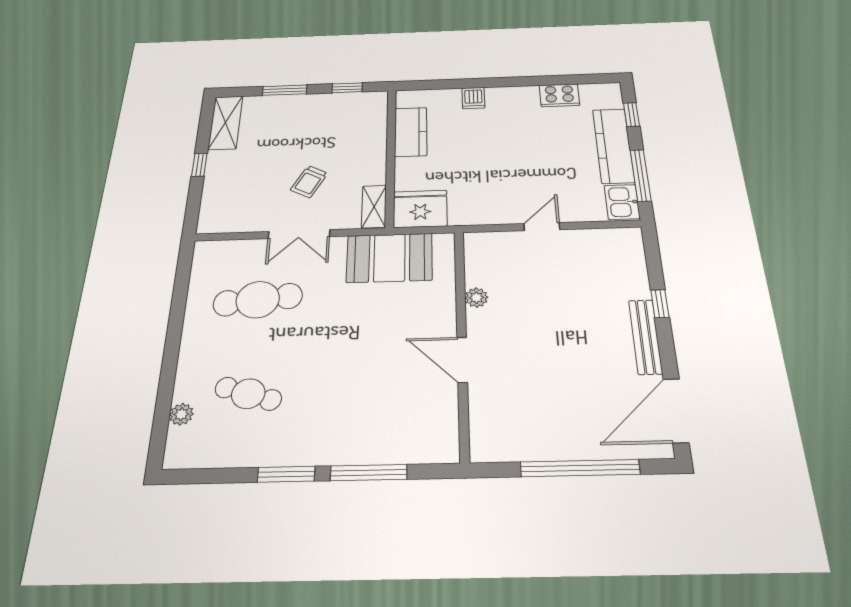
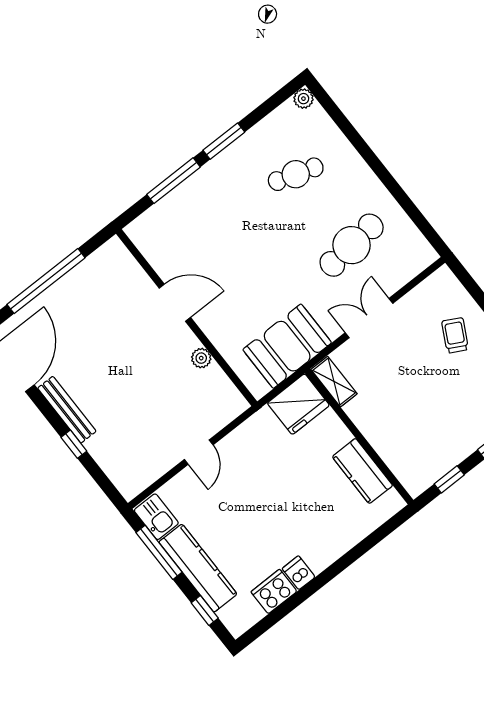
dishwasher: (473, 98) -> (299, 573), moved
trolley: (309, 182) -> (455, 335), moved
plant: (181, 414) -> (303, 99), moved

